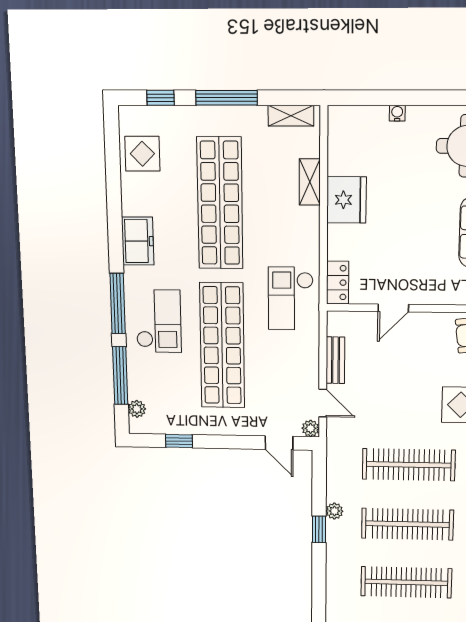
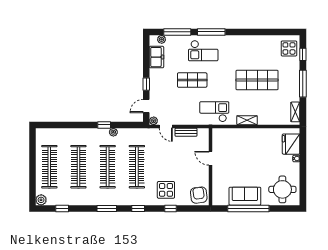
display table: (142, 154) -> (289, 48), moved
shelving: (310, 182) -> (247, 120), moved
fridge: (347, 200) -> (291, 144), moved, turned 90
shop shelf: (220, 203) -> (257, 80), width x0.71
freezer: (138, 241) -> (156, 57), moved, turned -90
locker: (338, 283) -> (222, 133), removed
shop shelf: (222, 346) -> (192, 80), width x0.50, depth x0.74
door: (323, 403) -> (166, 126), hinge flipped
window: (179, 441) -> (146, 84), moved

